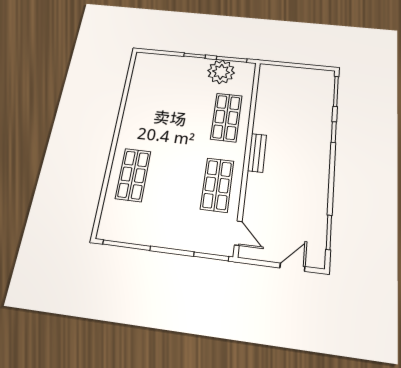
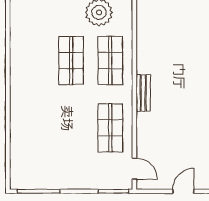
shop shelf: (133, 175) -> (71, 61), moved

